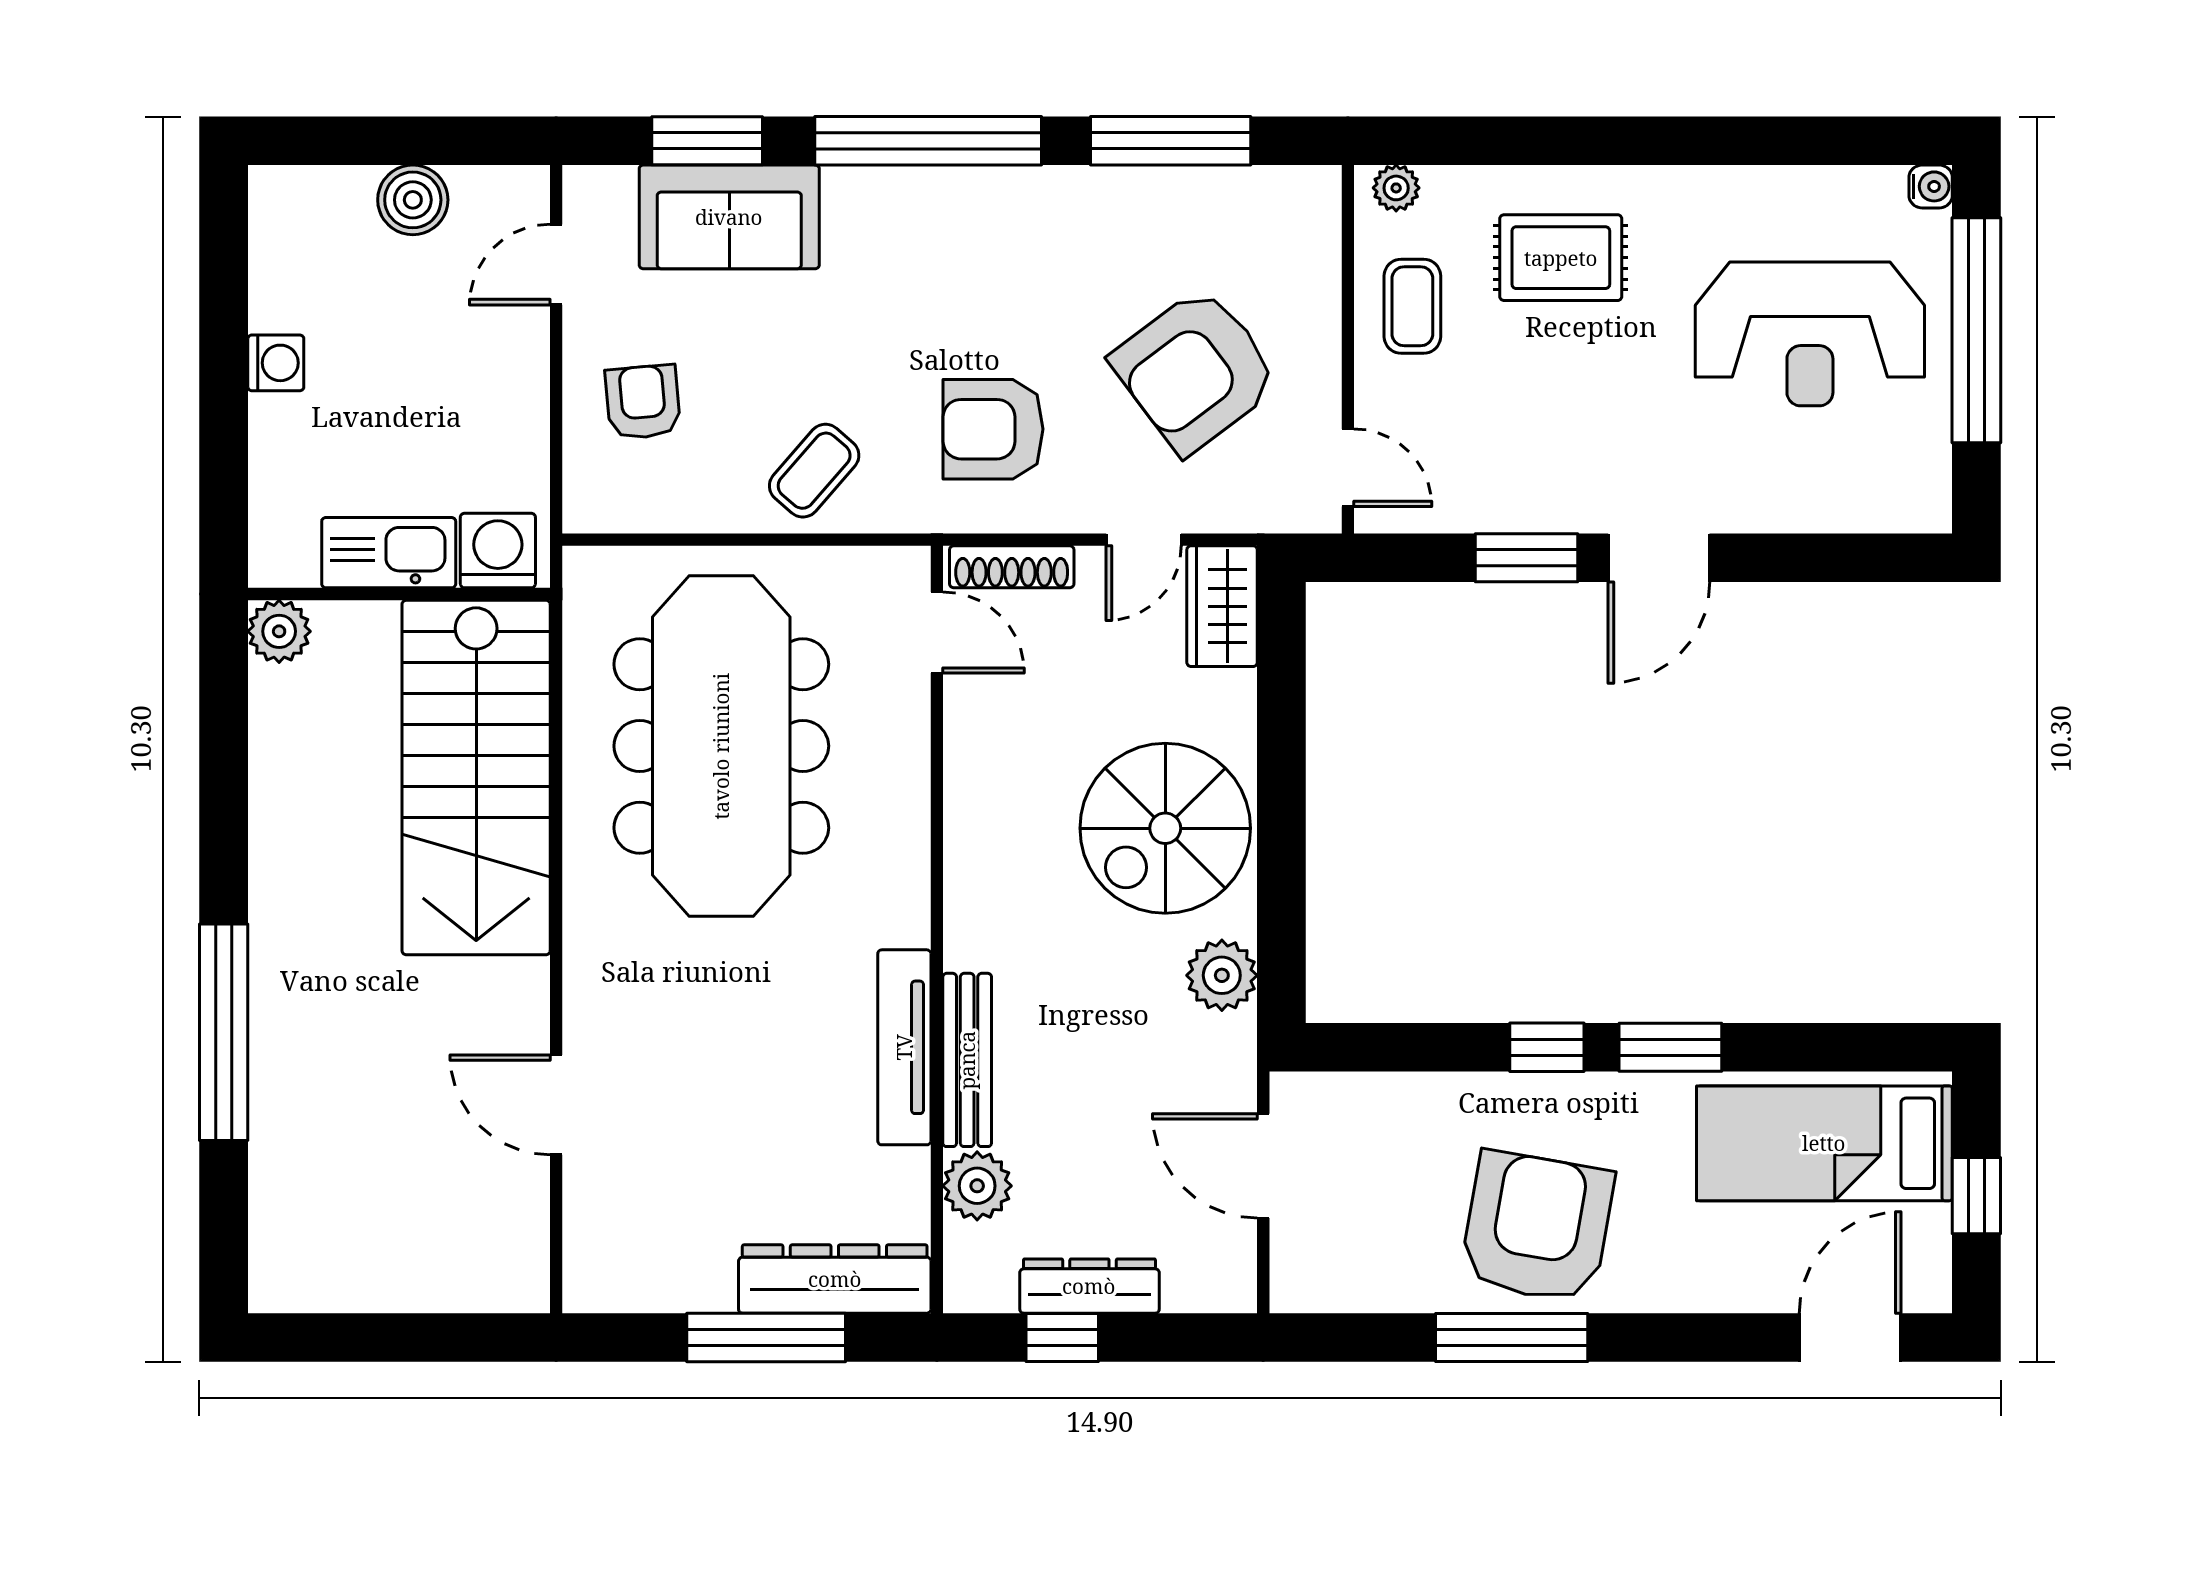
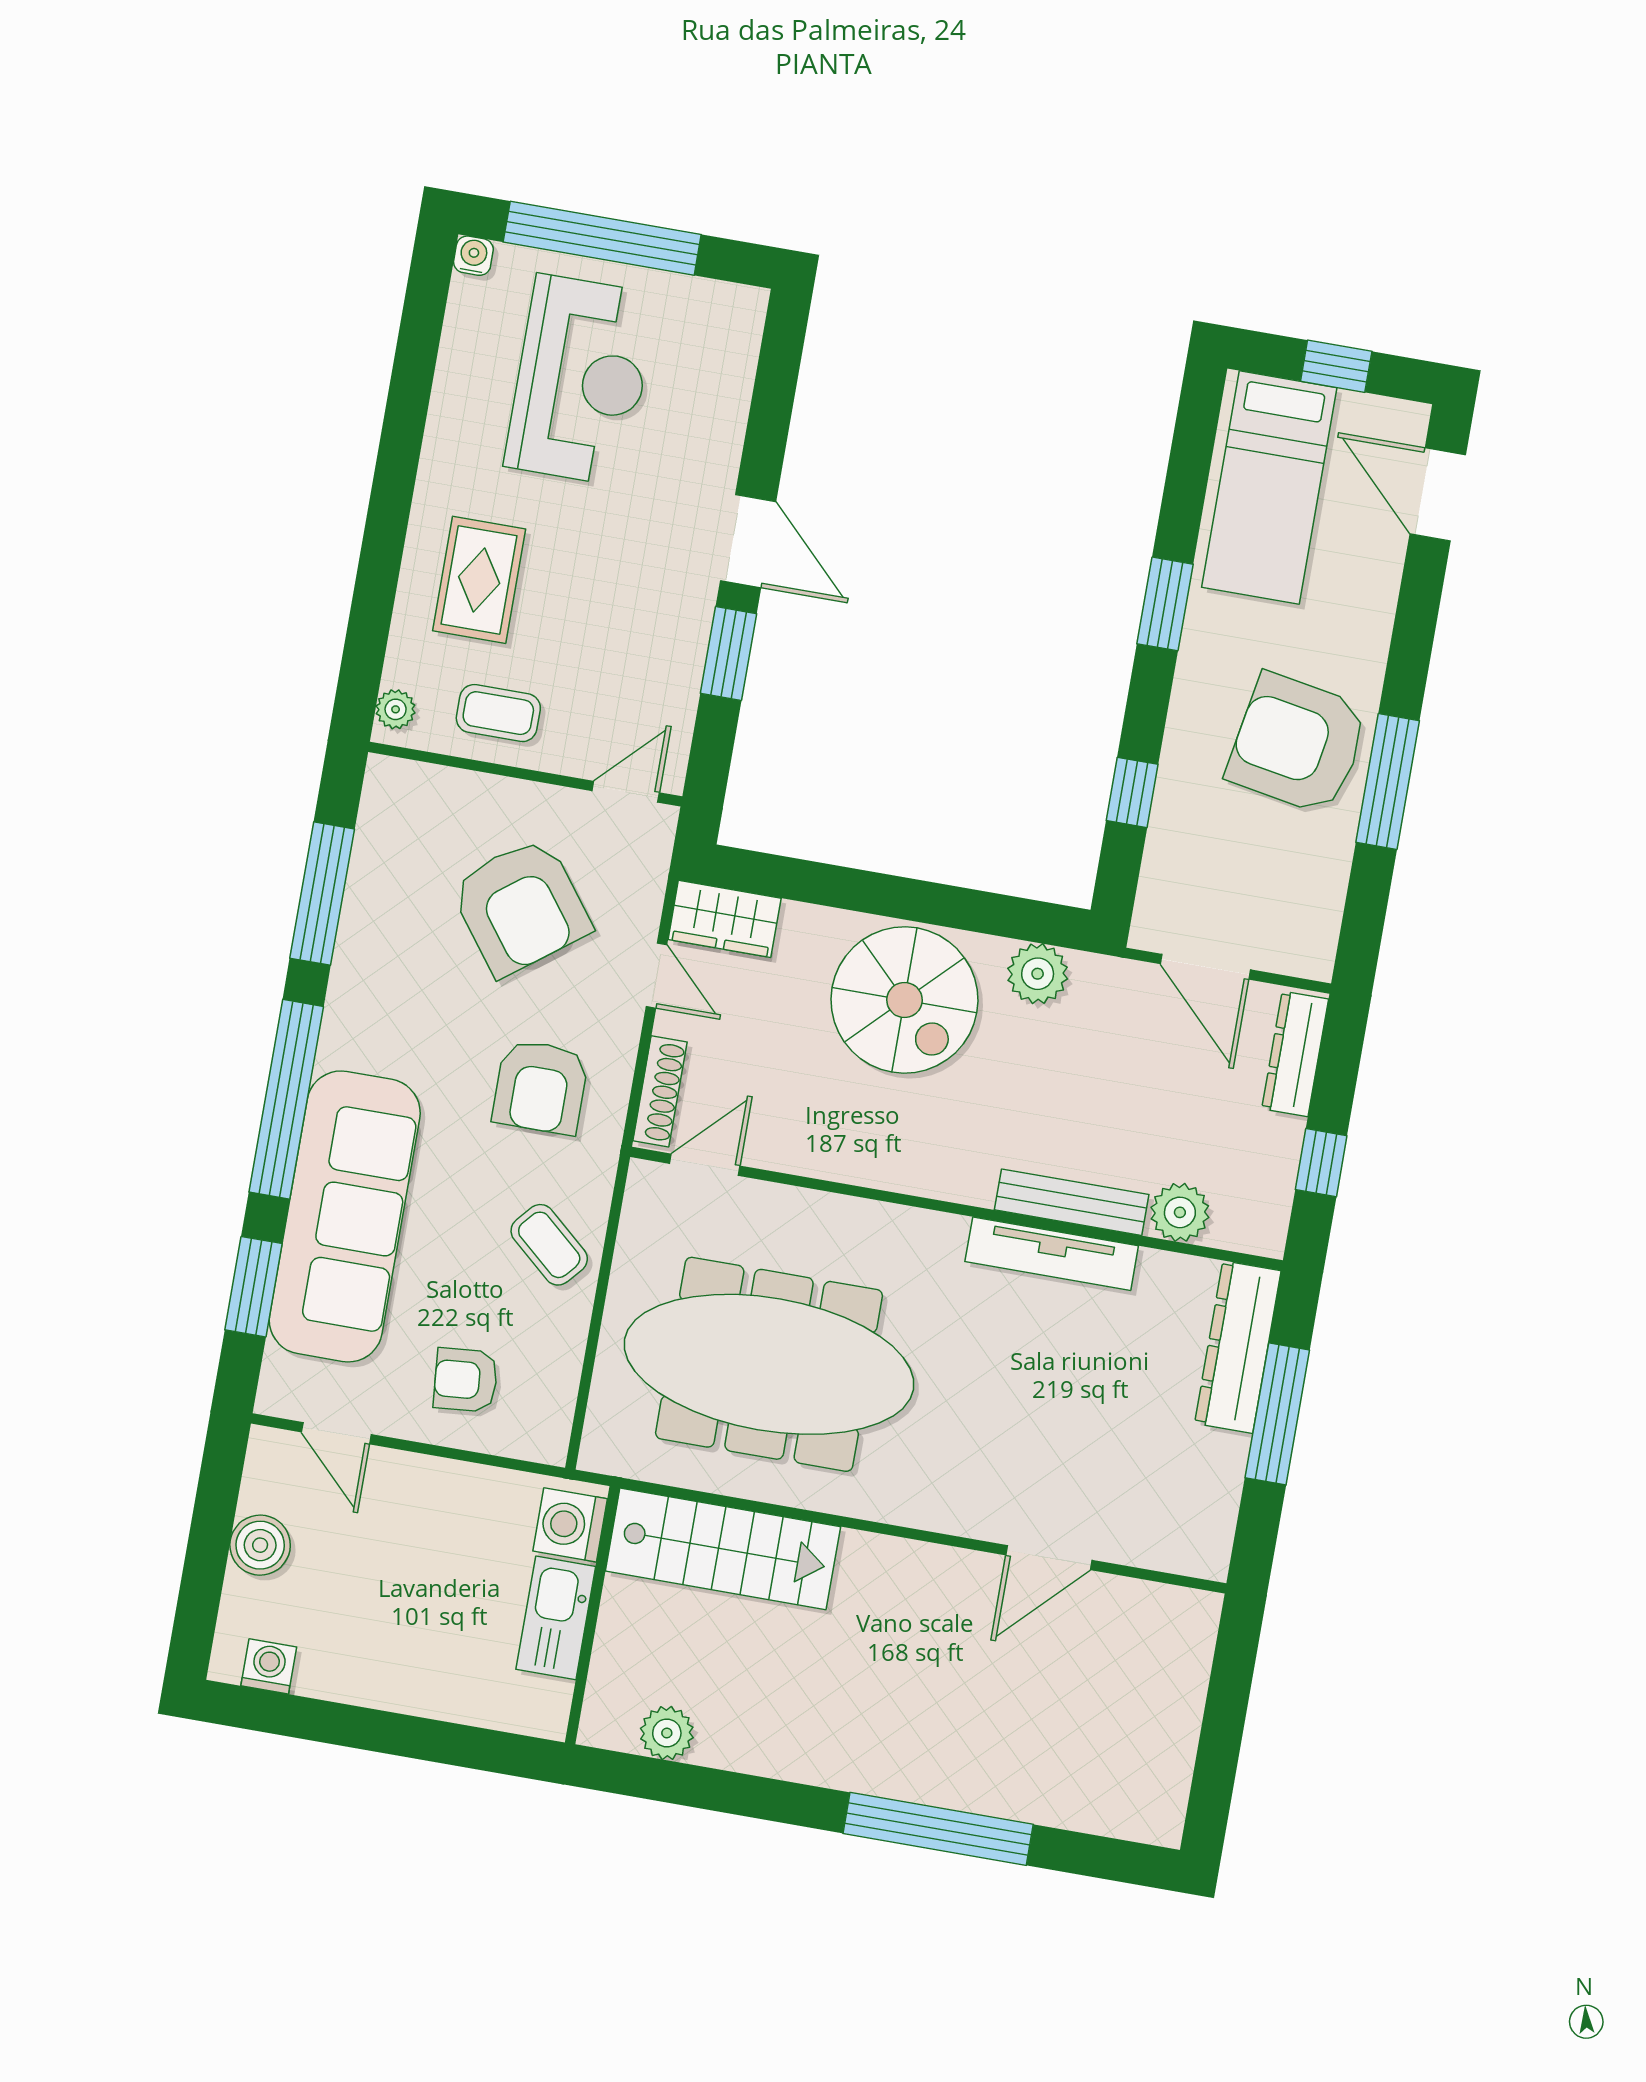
sofa: (729, 217) -> (345, 1216), width x1.85, depth x1.27
washing machine: (276, 363) -> (269, 1666), moved
plant: (279, 631) -> (667, 1733), moved
stairs: (476, 777) -> (723, 1549), width x0.73, depth x0.66
window: (1547, 1047) -> (1132, 792), moved
door: (1263, 1166) -> (1205, 967), hinge flipped
dresser: (1089, 1286) -> (1295, 1054), moved

